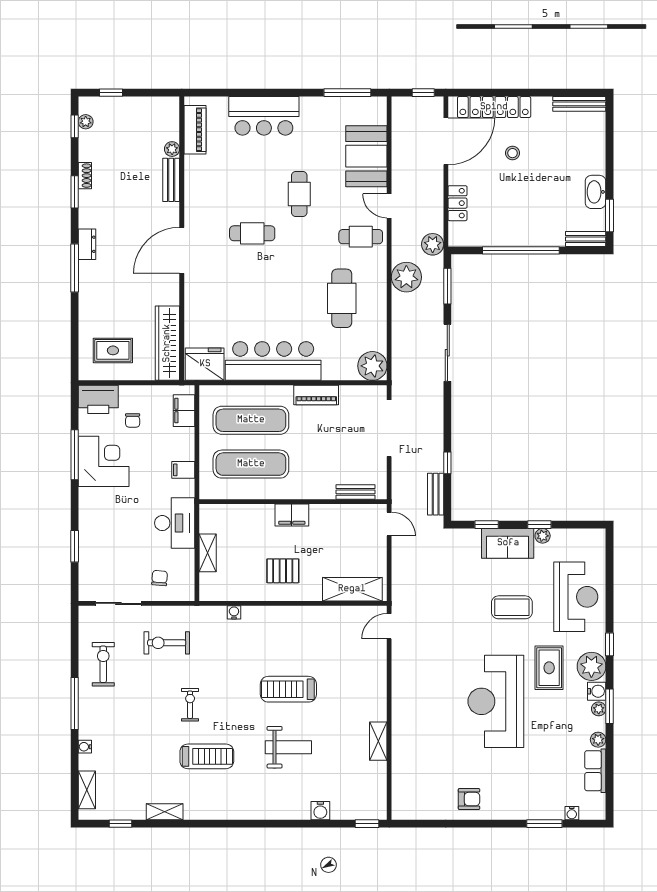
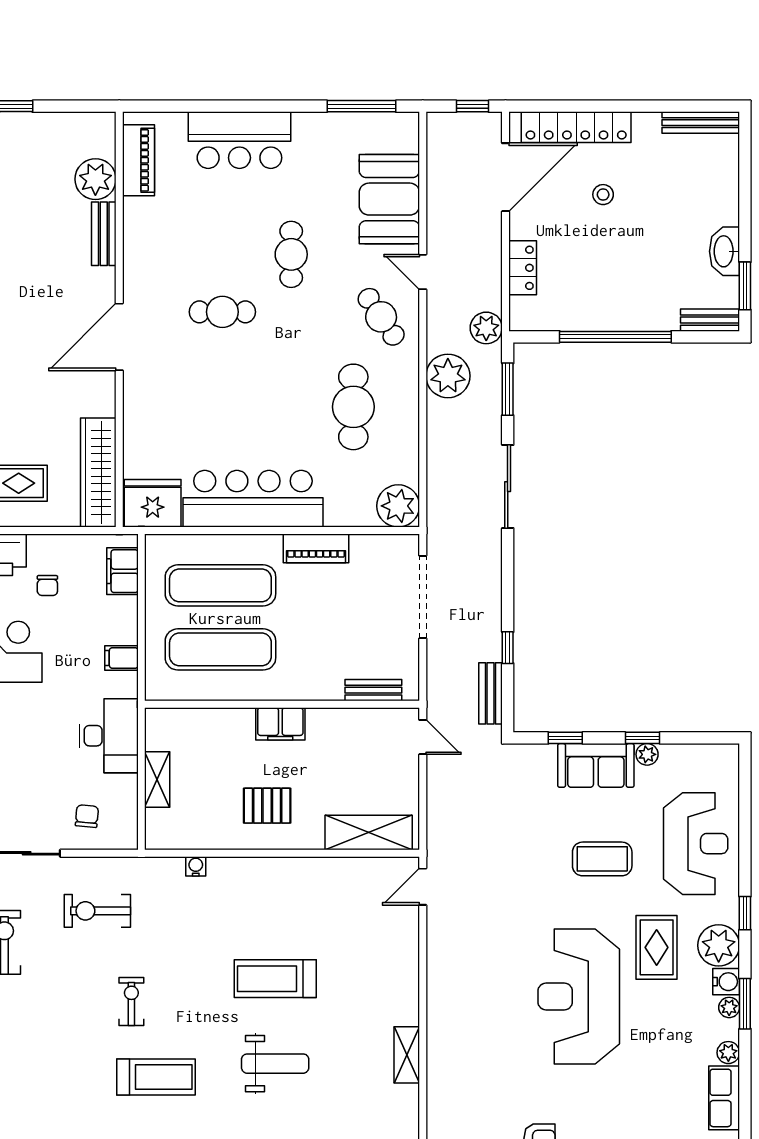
plant: (172, 149) -> (95, 179), width x1.87, depth x1.87
cafe table: (361, 237) -> (381, 317), turned 56

